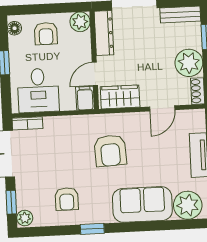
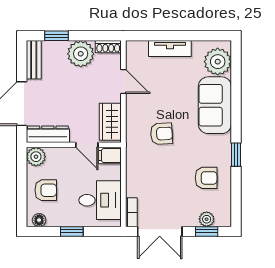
armchair: (110, 151) -> (161, 134), width x0.72, depth x0.72
plant: (25, 218) -> (207, 219), moved

